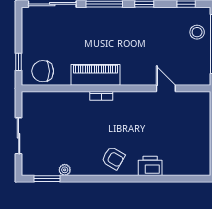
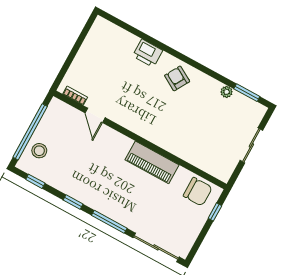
bookcase: (101, 96) -> (75, 96), moved

